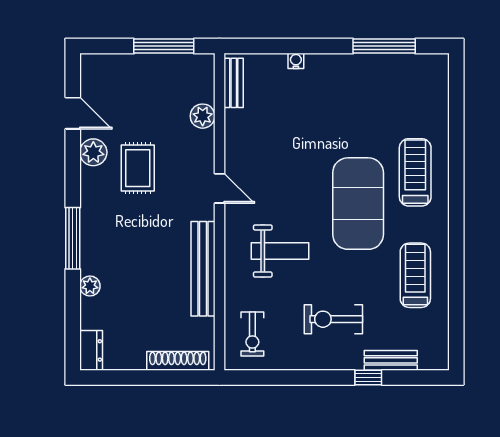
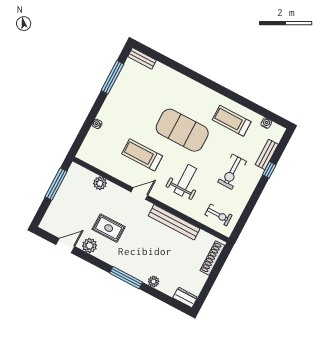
bench: (234, 83) -> (142, 58), moved
treadmill: (415, 172) -> (142, 155), moved
water cooler: (441, 333) -> (266, 123), added

